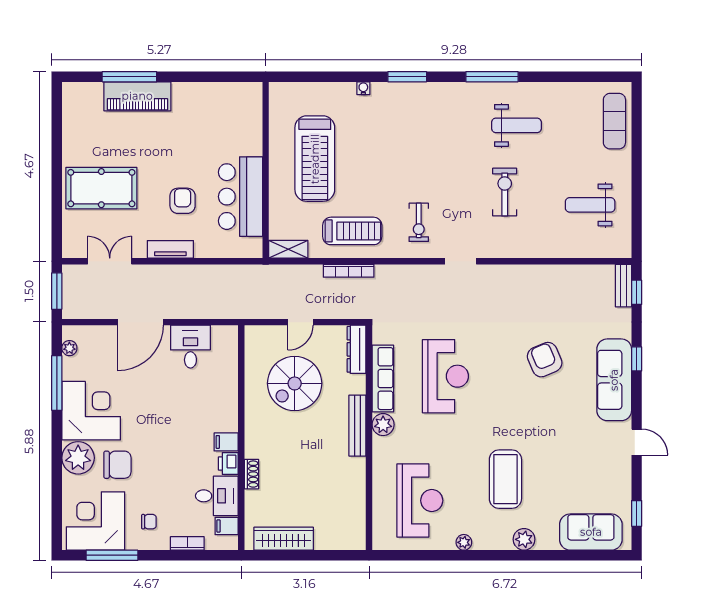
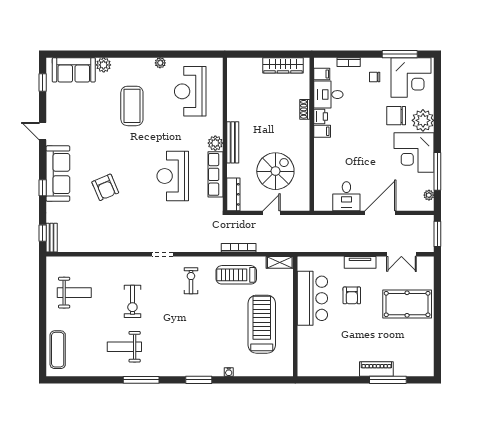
piano: (137, 96) -> (376, 369), width x0.73, depth x0.75
plant: (524, 539) -> (104, 65), moved

